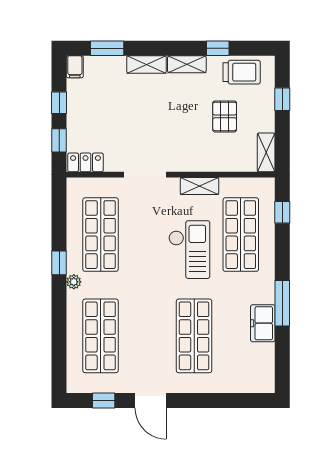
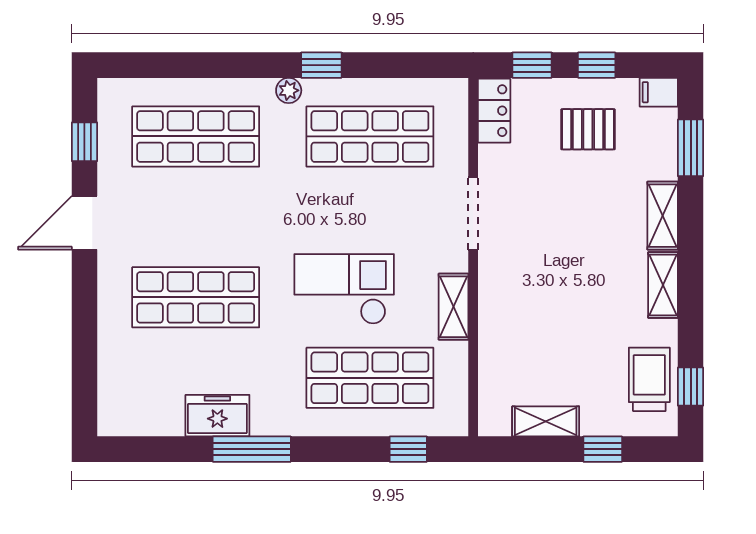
window: (218, 48) -> (691, 387), moved
trolley: (242, 72) -> (649, 379), turned 180
pallet: (225, 116) -> (588, 129), moved
shelving: (266, 152) -> (546, 421), moved
checkout: (189, 250) -> (344, 289), turned 180

